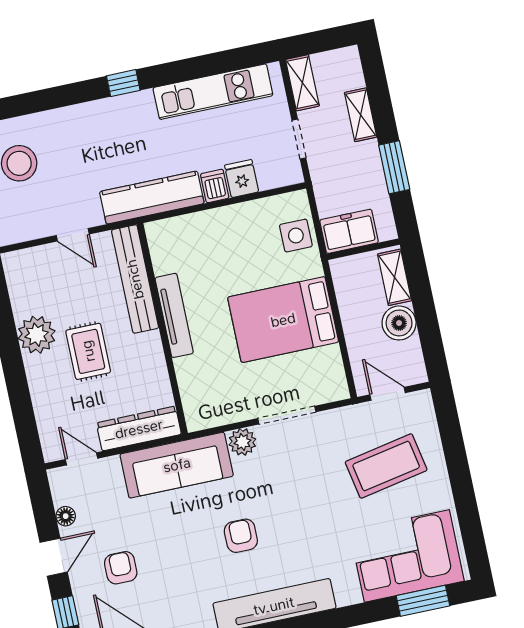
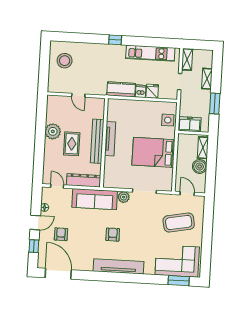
kitchen counter: (152, 198) -> (121, 89), width x0.67
bench: (135, 279) -> (97, 141), moved

